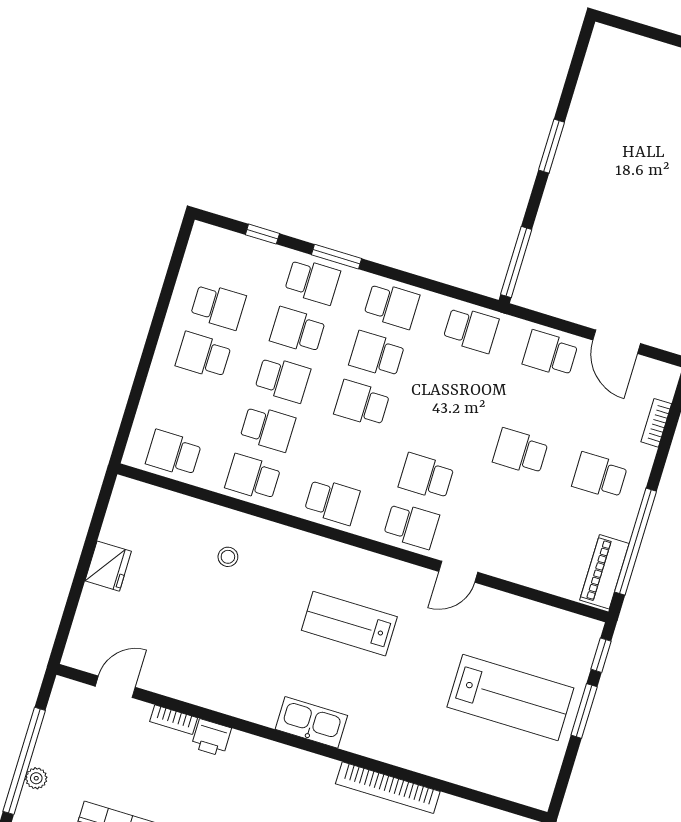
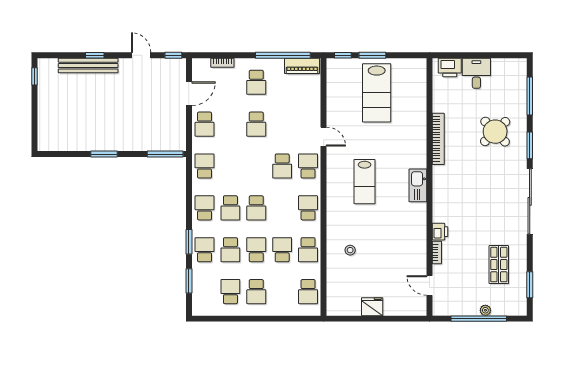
window: (262, 234) -> (189, 281), width x1.50
lab bench: (510, 698) -> (377, 93), turned 180

